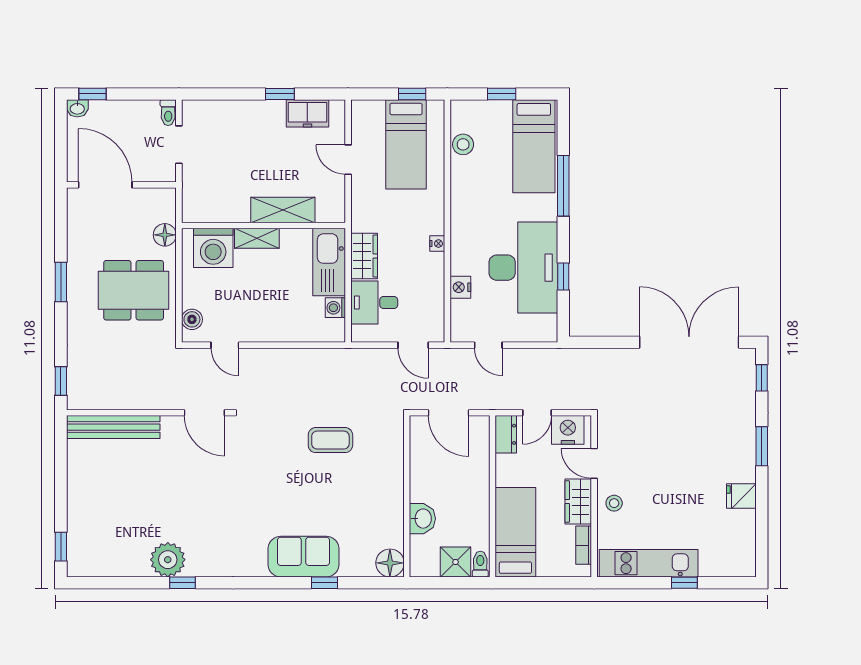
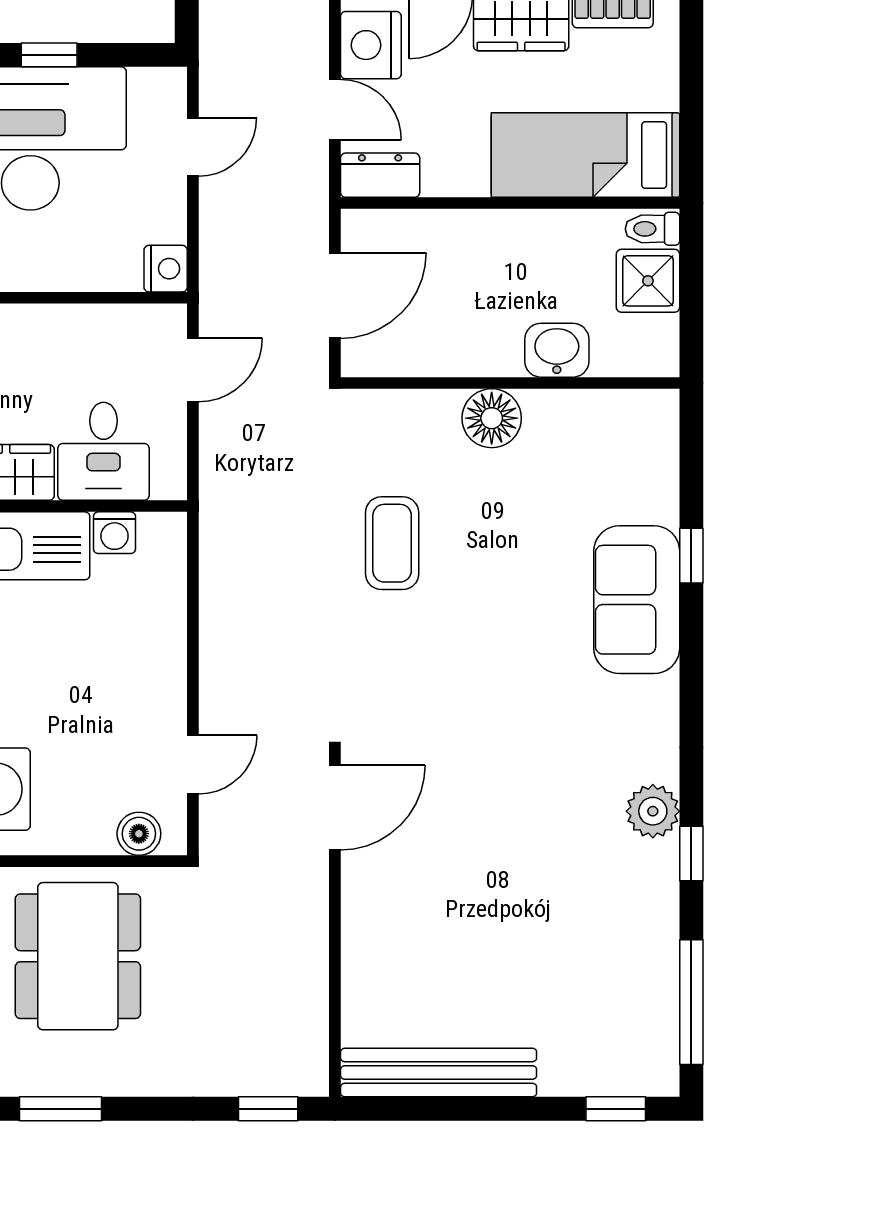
nightstand: (460, 287) -> (166, 269), moved, turned -90
door: (488, 345) -> (193, 147), moved
bench: (113, 427) -> (439, 1072), moved, turned 90
plant: (168, 560) -> (653, 811), moved, width x0.73, depth x0.73
floor lamp: (390, 563) -> (492, 418), moved
window: (112, 583) -> (691, 1002), added

